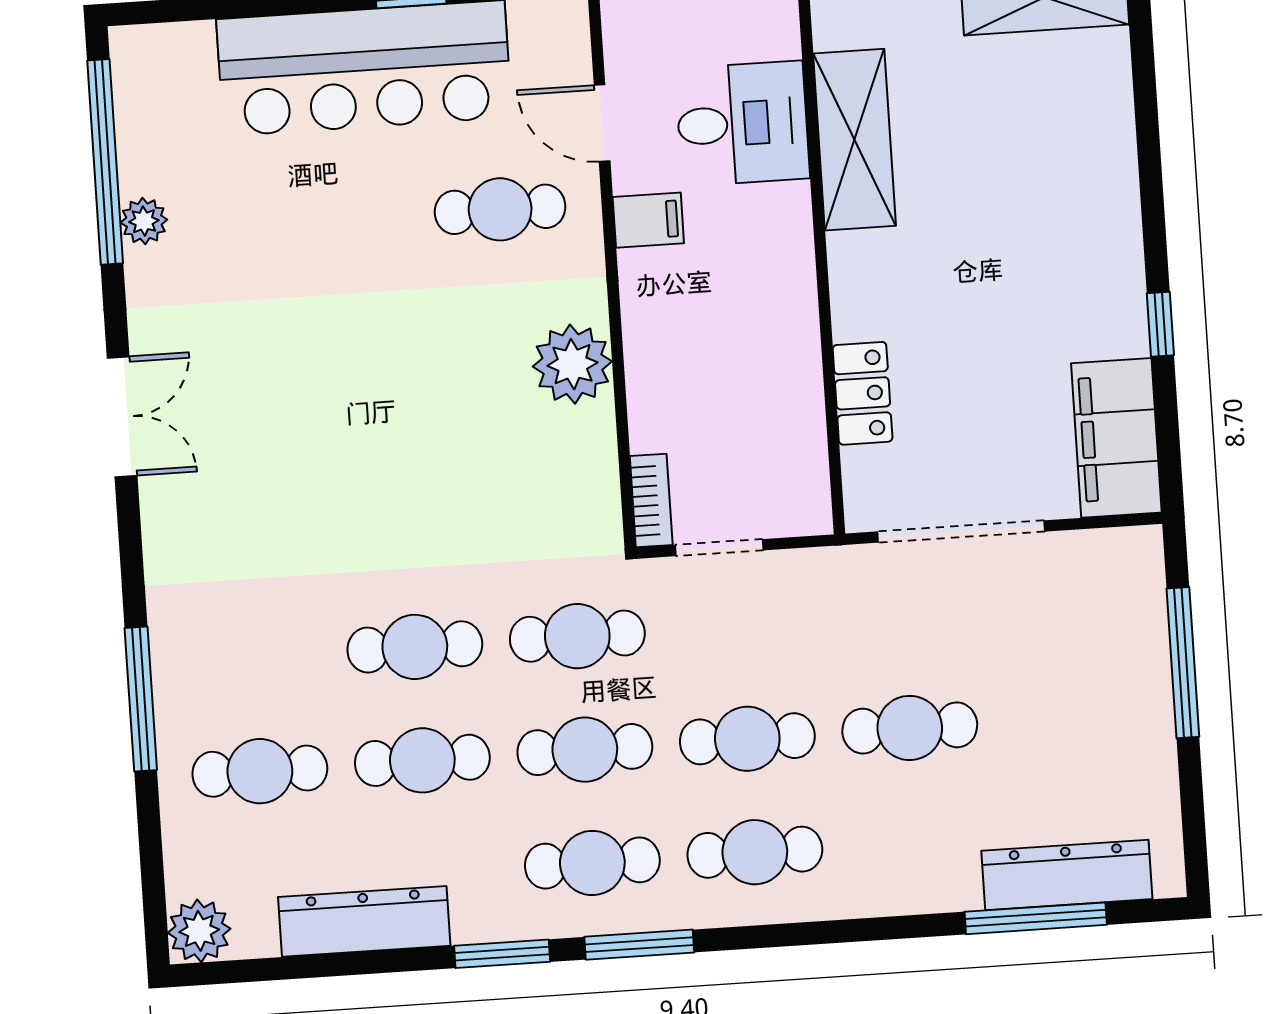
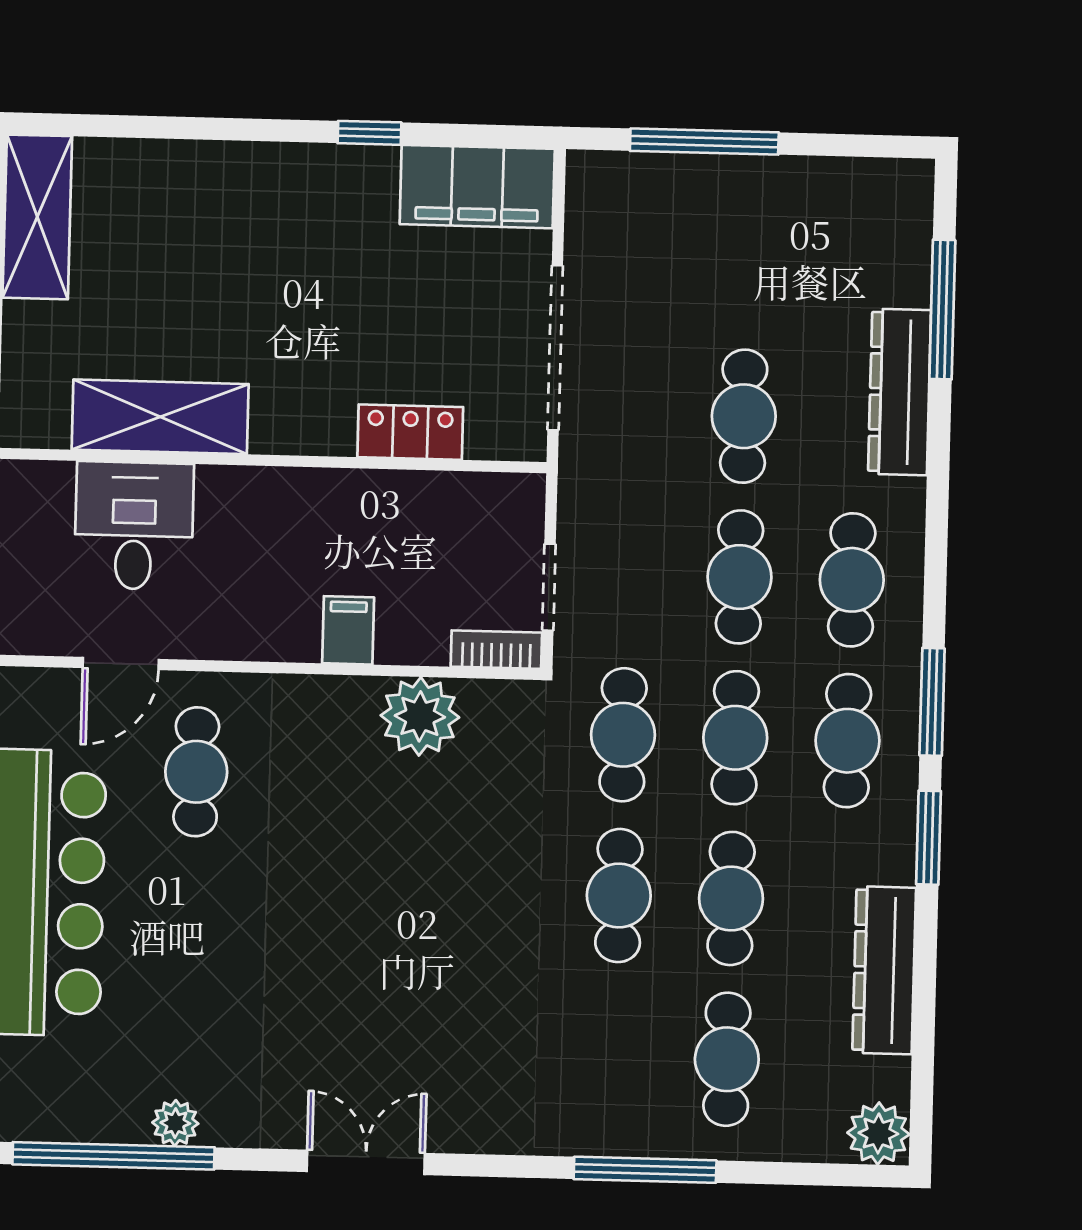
filing cabinet: (648, 220) -> (348, 630), moved
plant: (572, 364) -> (420, 716), moved
dresser: (1067, 875) -> (900, 392), moved

